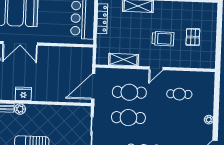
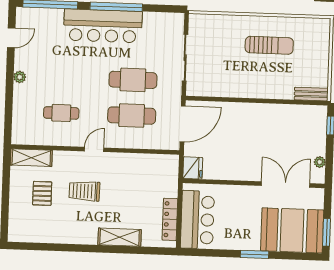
shelving: (124, 60) -> (31, 158), moved
fridge: (23, 94) -> (193, 168), moved, turned -90
plant: (20, 109) -> (286, 92), removed

